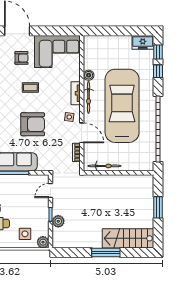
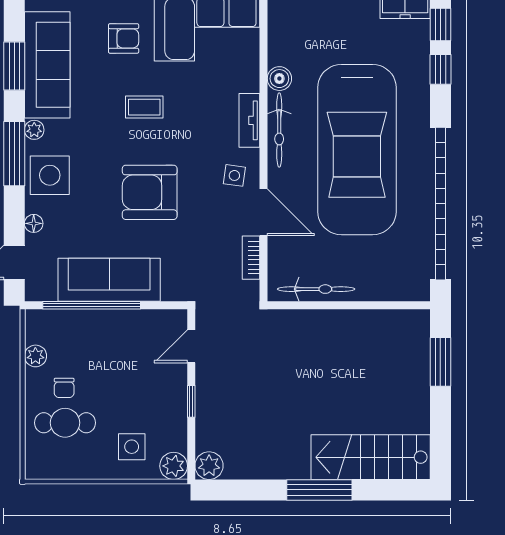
car: (122, 106) -> (357, 150), turned 180
armchair: (33, 124) -> (150, 192), turned 180
window: (158, 207) -> (440, 362), moved
plant: (58, 221) -> (209, 466), moved

